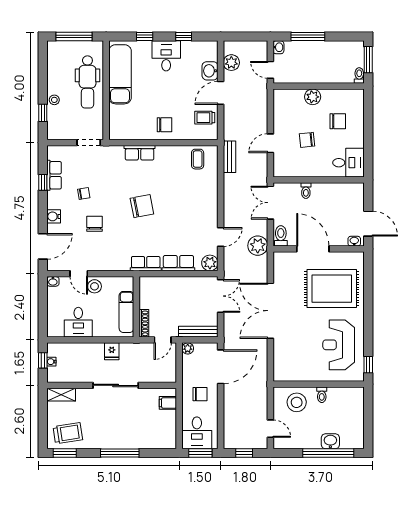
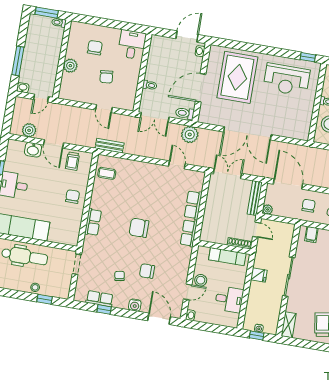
chair: (142, 206) -> (139, 228), turned -79
plant: (210, 263) -> (198, 178), removed

